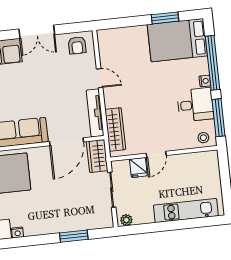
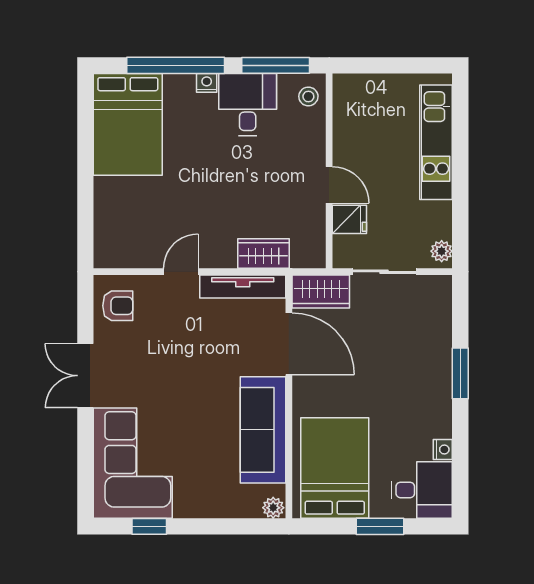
window: (165, 18) -> (85, 142), removed
double door: (37, 32) -> (85, 376), swing flipped
wardrobe: (115, 129) -> (264, 254), width x0.67
window: (74, 236) -> (460, 373), moved

